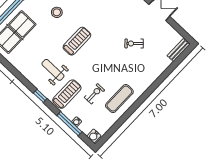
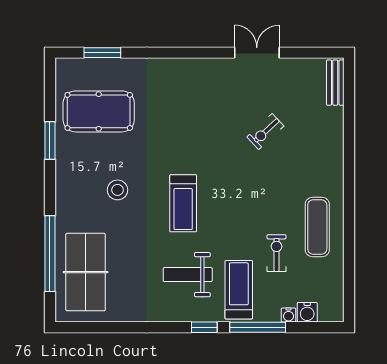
treadmill: (77, 41) -> (183, 203), turned 180
window: (69, 124) -> (258, 327), moved
water cooler: (94, 136) -> (307, 312), moved

